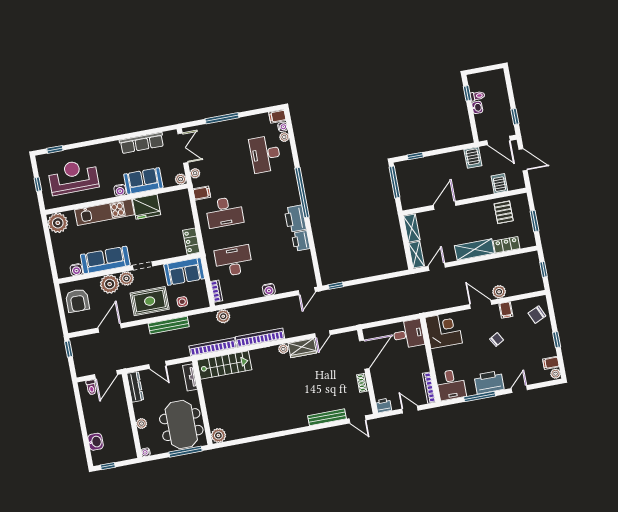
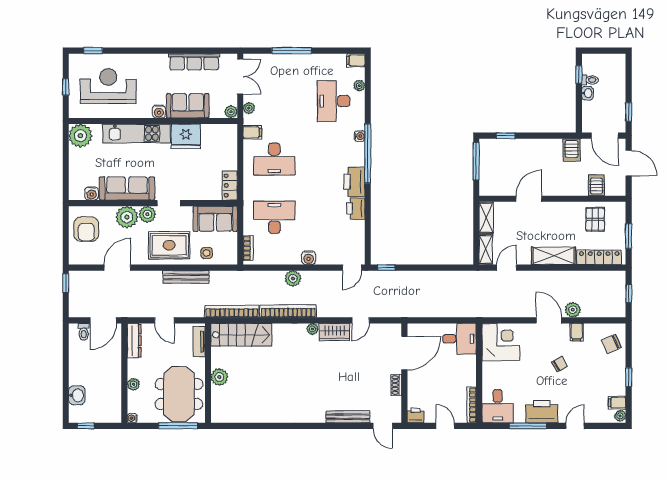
water cooler: (283, 127) -> (360, 136), moved
locker: (507, 245) -> (599, 257), width x1.53
plant: (223, 316) -> (293, 279), moved
plant: (218, 435) -> (219, 377), moved

